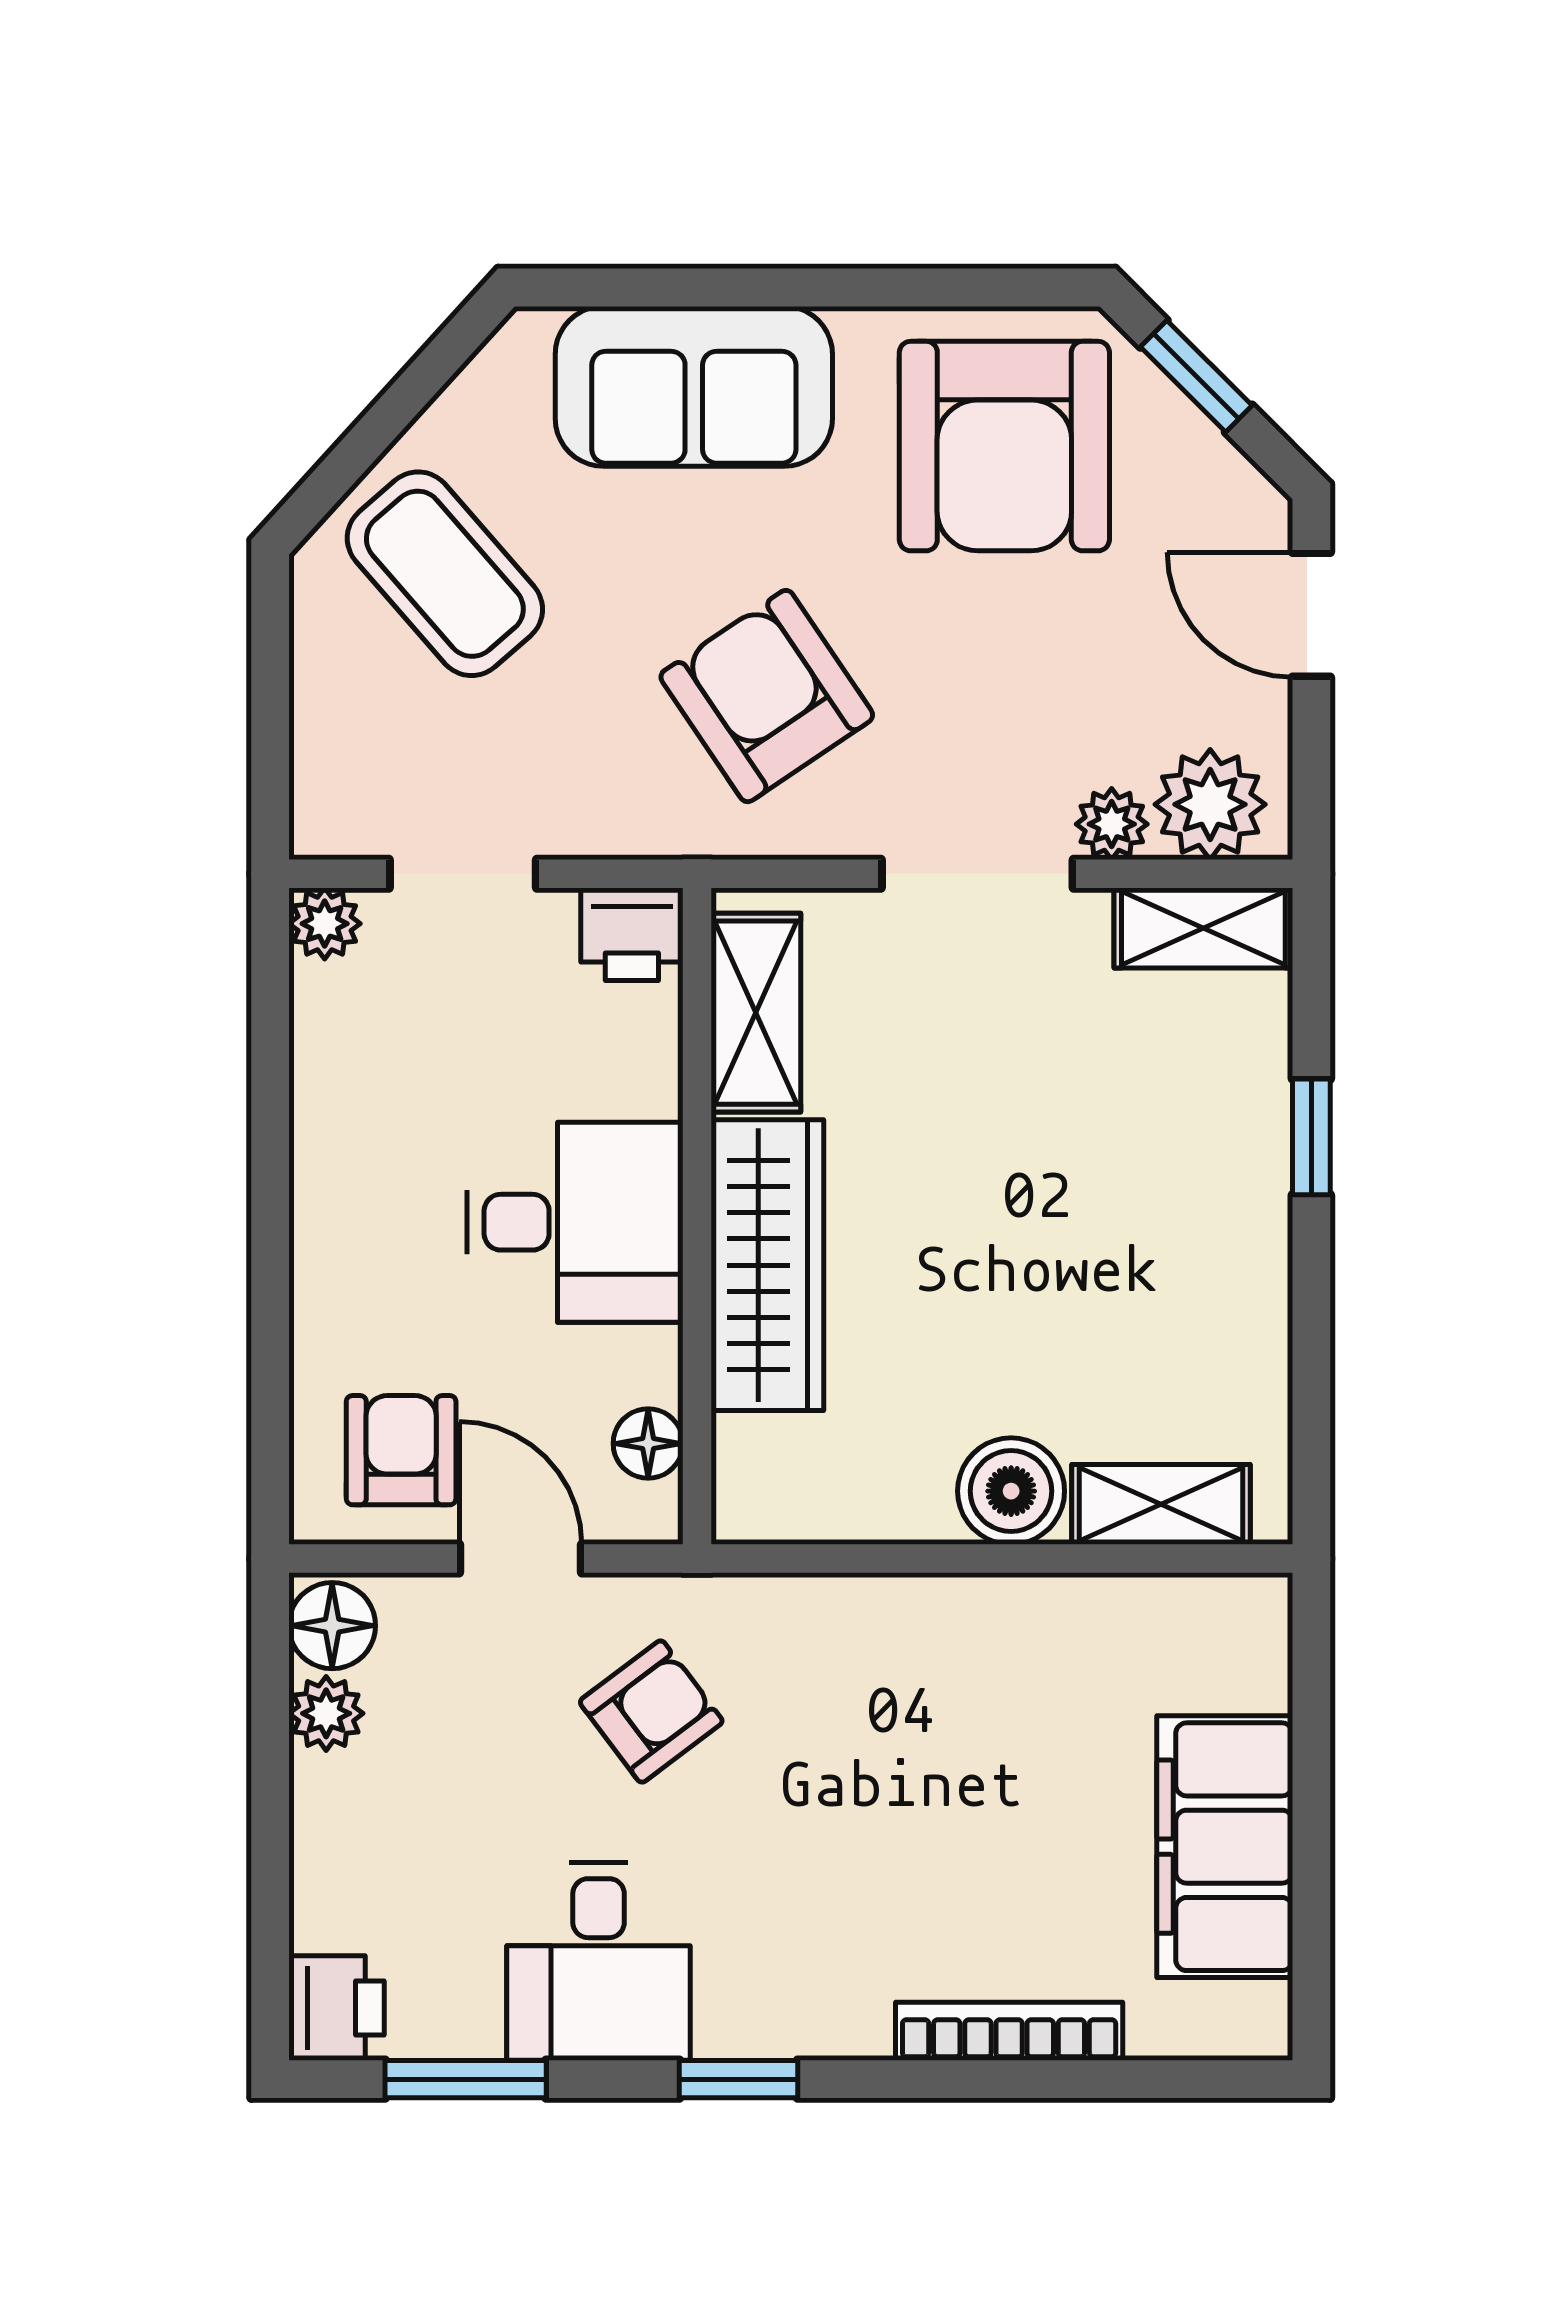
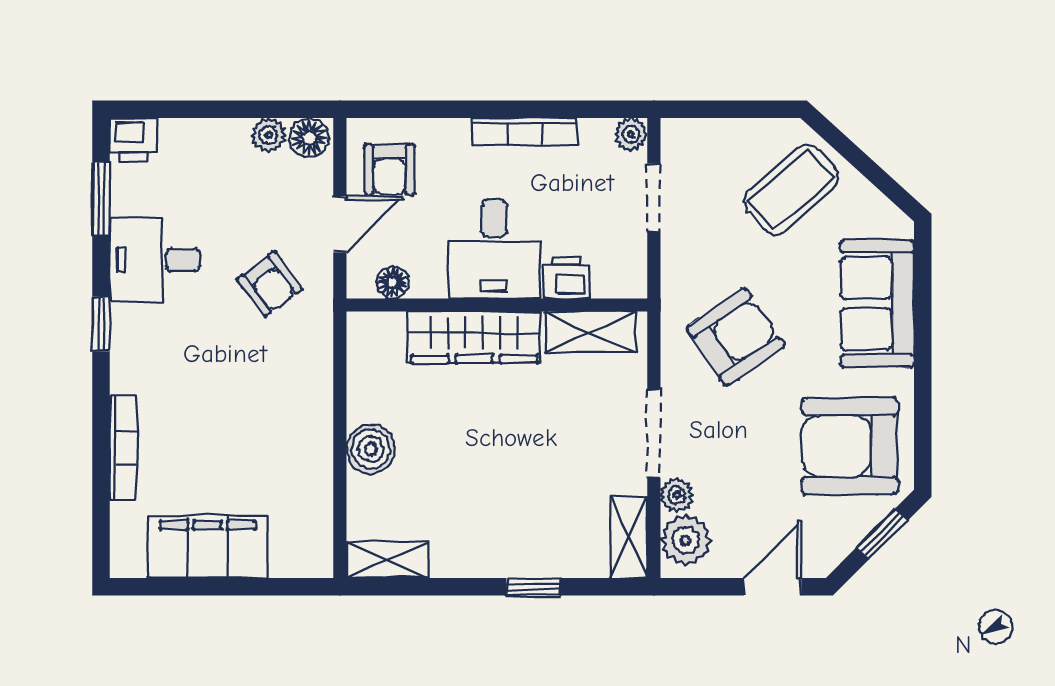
printer: (632, 934) -> (567, 277), moved, turned 90
bookcase: (318, 1156) -> (524, 131), added
armchair: (401, 1450) -> (389, 169), turned 90
shelving: (1161, 1504) -> (387, 560), moved, turned 90

